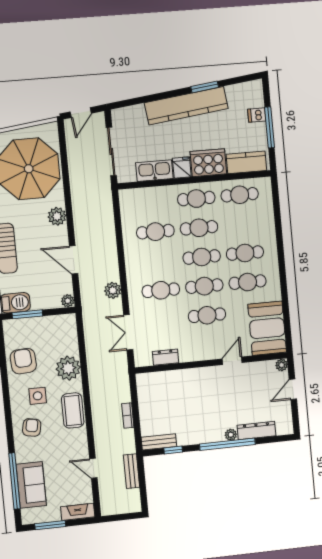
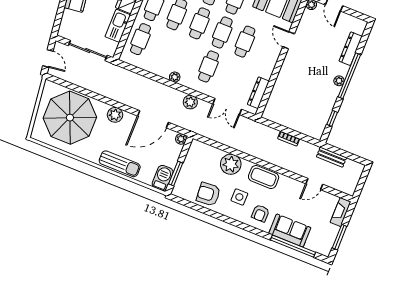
cafe table: (155, 232) -> (140, 39), moved
door: (74, 260) -> (153, 119), width x1.36
plant: (131, 260) -> (175, 77), added
dresser: (166, 357) -> (258, 93), width x1.44
armchair: (32, 427) -> (260, 213), turned -101
plant: (231, 435) -> (339, 81), moved
bench: (159, 442) -> (320, 126), removed
sofa: (31, 485) -> (290, 230), moved

